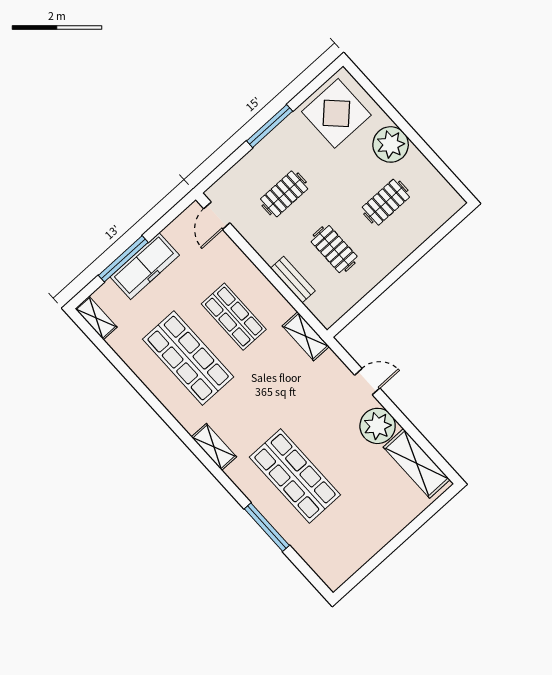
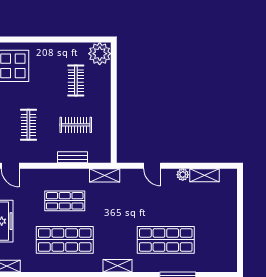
plant: (391, 144) -> (100, 54), moved
door: (367, 382) -> (152, 166), swing flipped
plant: (378, 426) -> (183, 175), width x0.53, depth x0.53
shelving: (417, 463) -> (204, 175), width x0.67, depth x0.75

